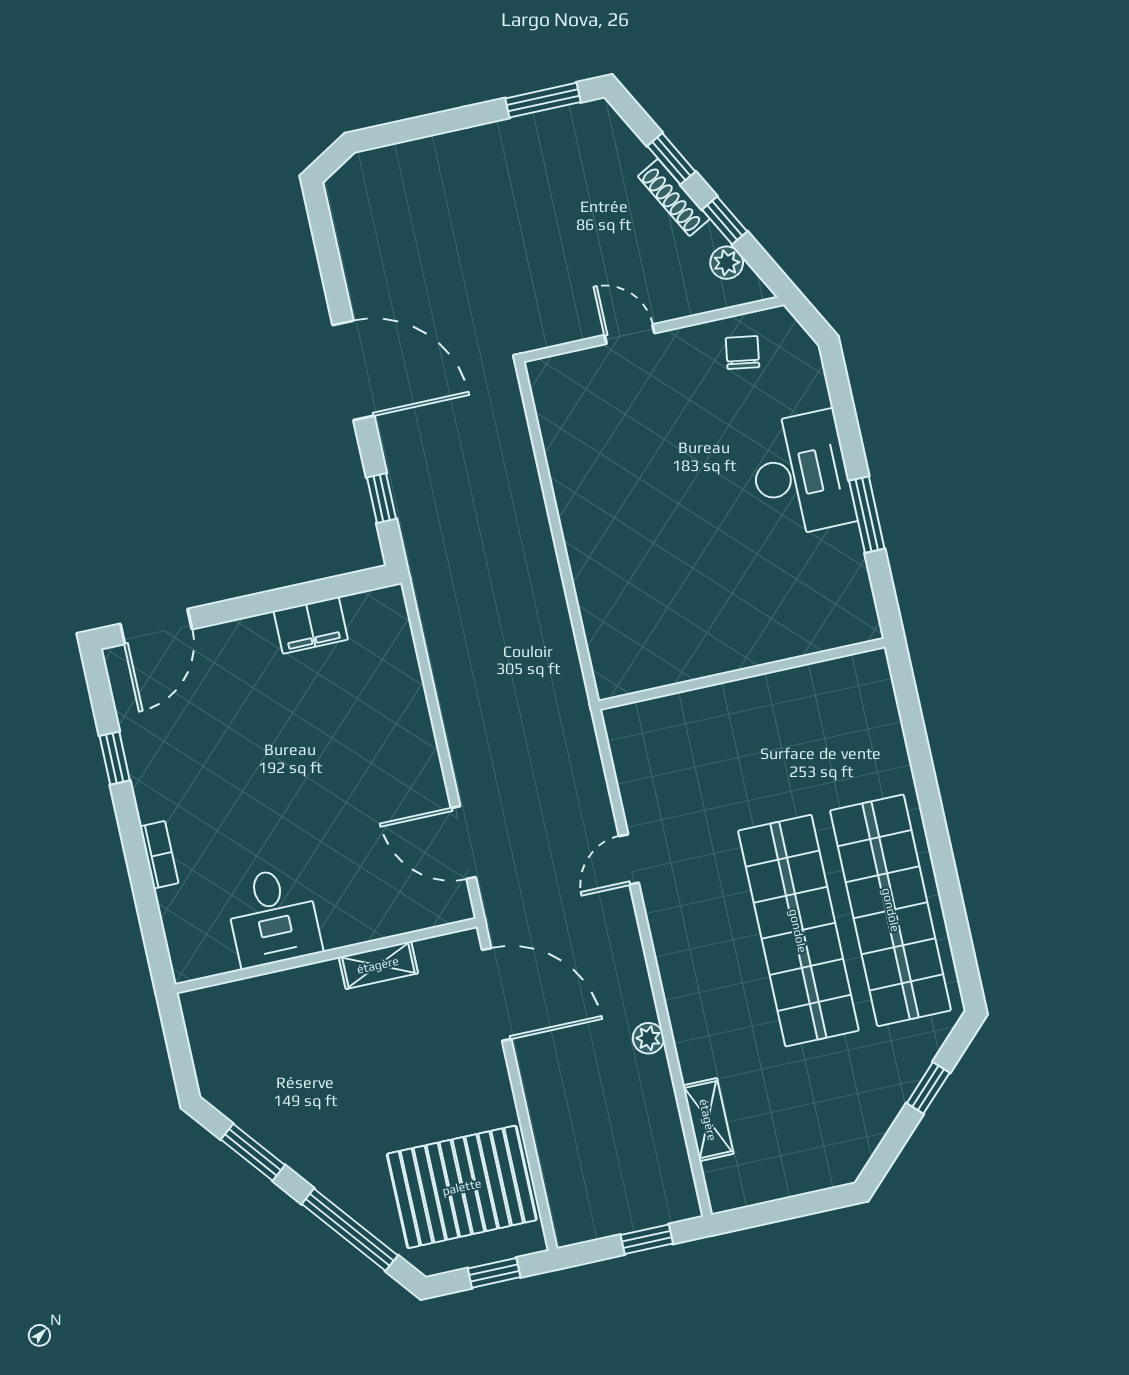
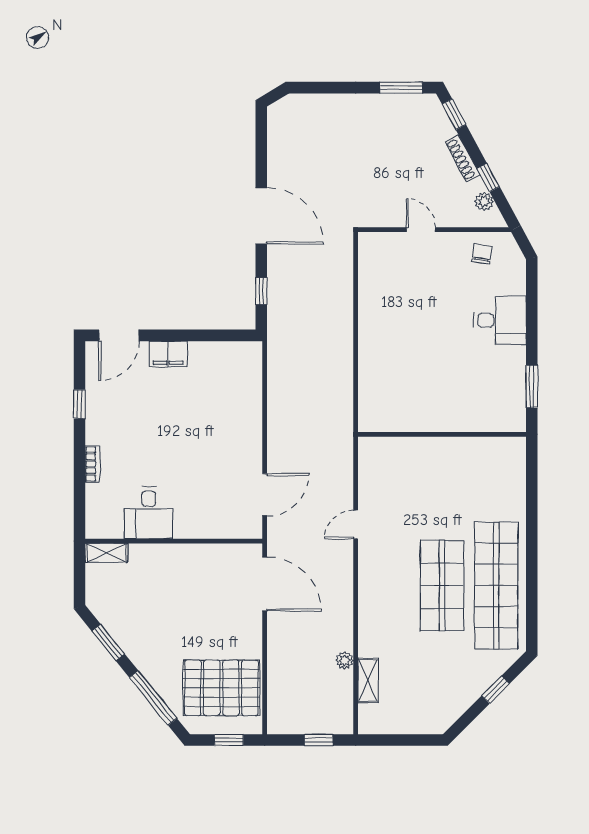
window: (671, 159) -> (454, 114), moved
desk: (801, 474) -> (500, 320), width x0.73
window: (867, 515) -> (532, 386), moved
filing cabinet: (311, 625) -> (168, 354), moved
door: (463, 843) -> (265, 495), swing flipped
shop shelf: (798, 931) -> (442, 585), width x0.71
shelving: (378, 965) -> (106, 553), moved
plant: (648, 1038) -> (344, 660), moved

